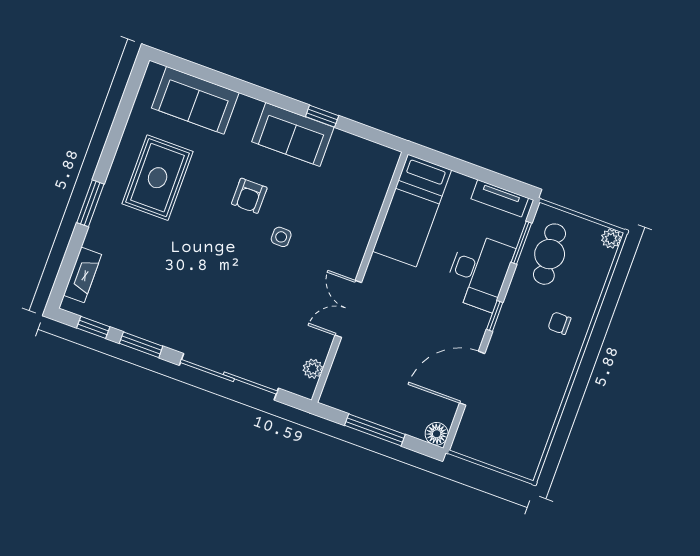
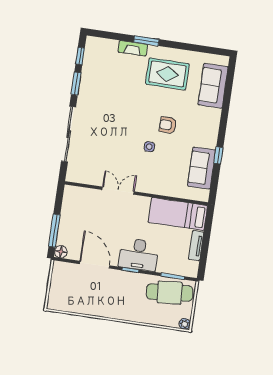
sofa: (293, 134) -> (202, 168), moved
tv unit: (500, 198) -> (196, 246), moved
cafe table: (550, 254) -> (170, 293), width x1.37, depth x1.35
desk: (479, 272) -> (139, 255), moved
fireplace: (83, 275) -> (133, 48), moved
chair: (559, 323) -> (134, 305), removed
plant: (313, 369) -> (82, 178), removed
window: (375, 430) -> (54, 231), moved

